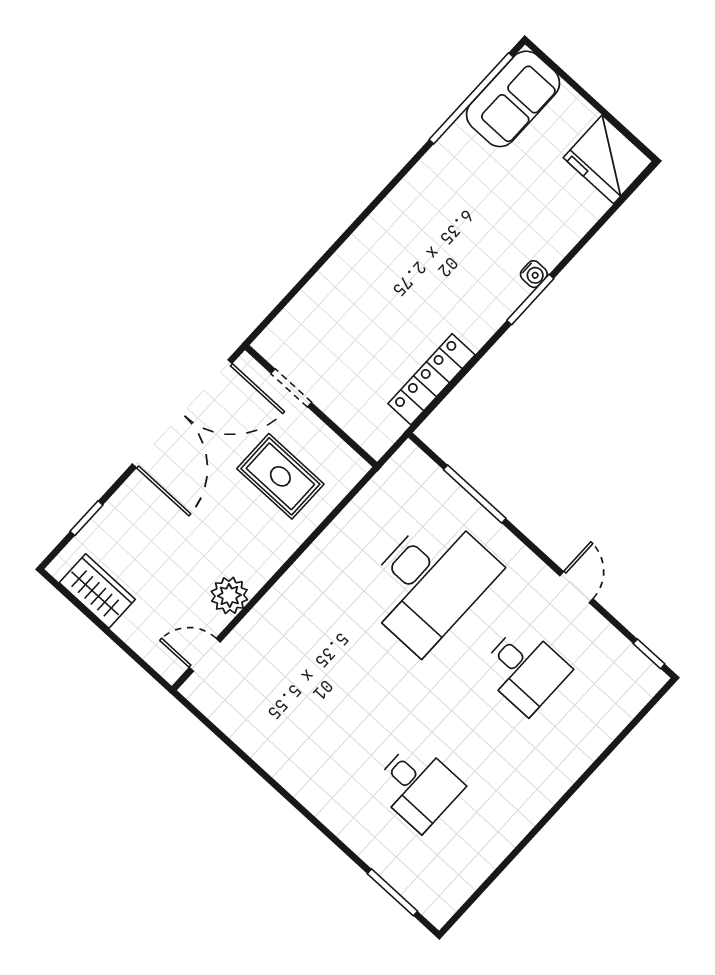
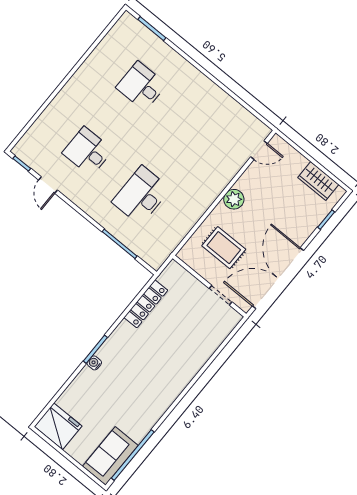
desk: (429, 582) -> (141, 195), width x0.73, depth x0.77
door: (576, 587) -> (48, 185), moved
plant: (229, 595) -> (234, 199), moved

